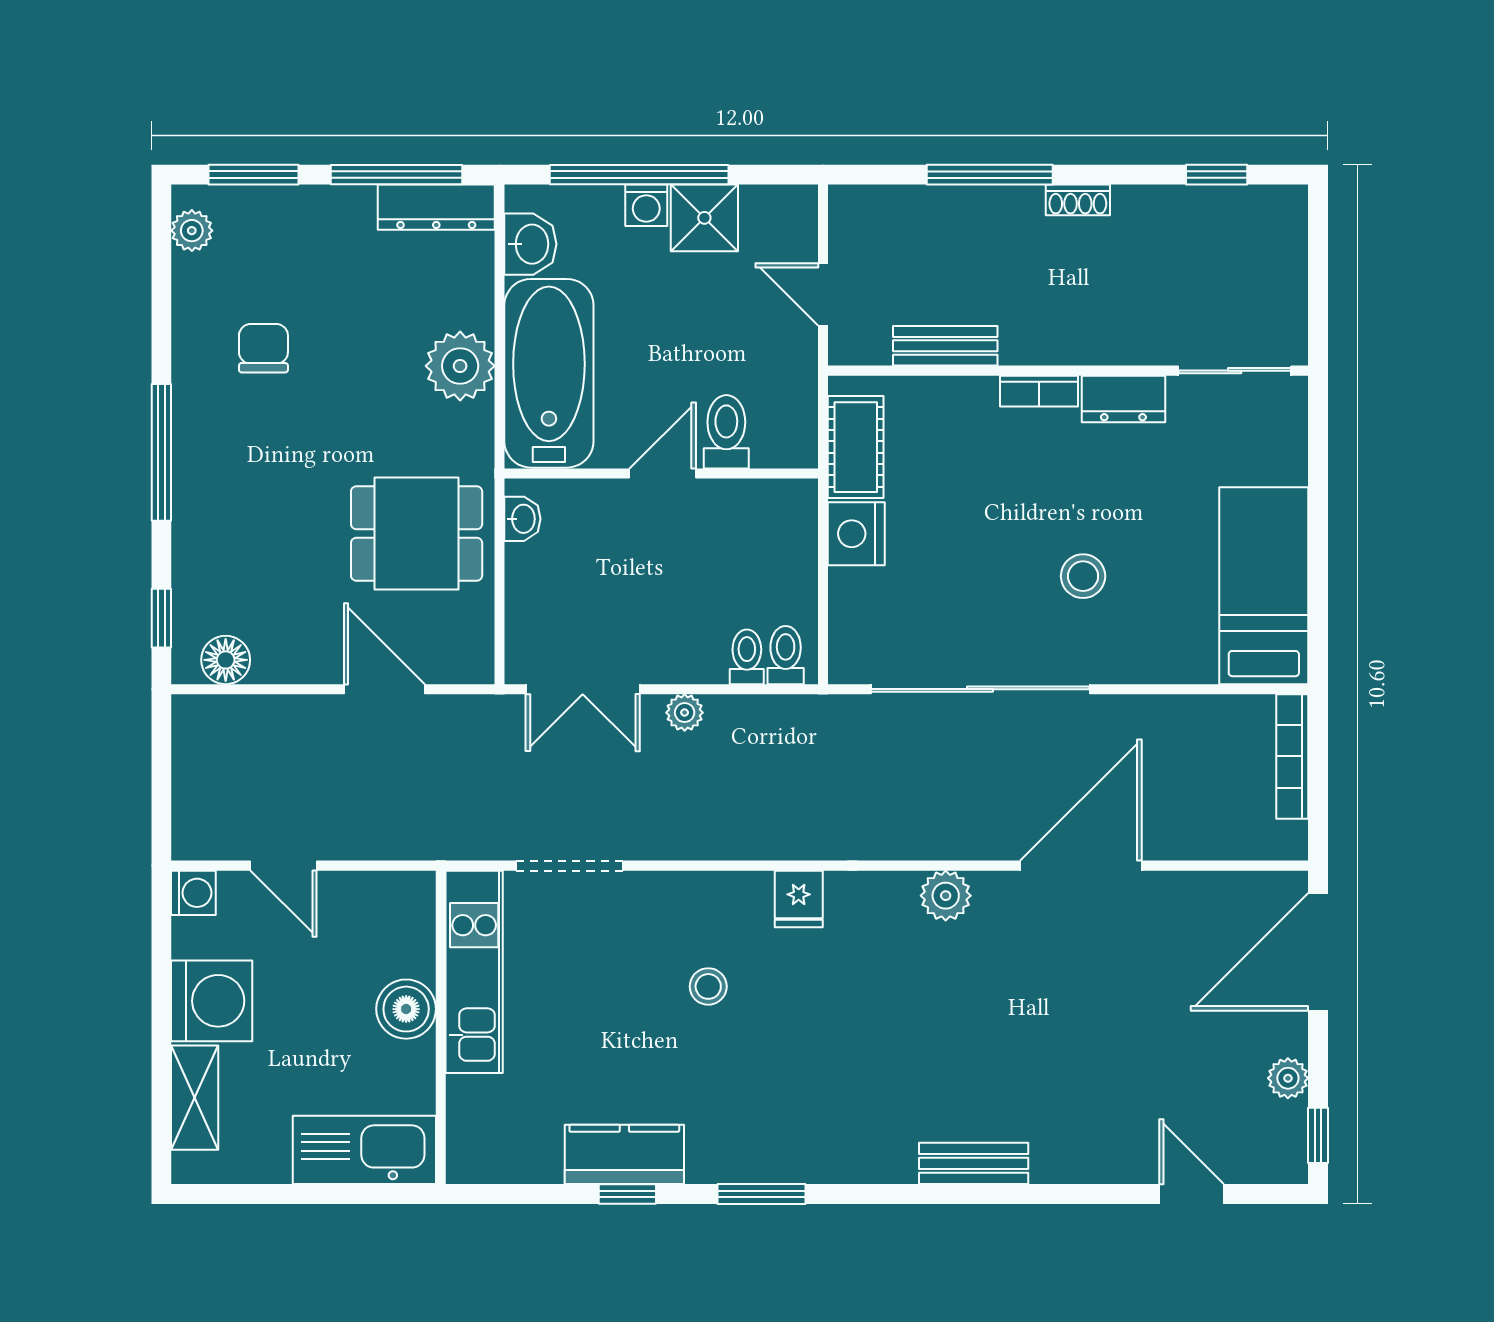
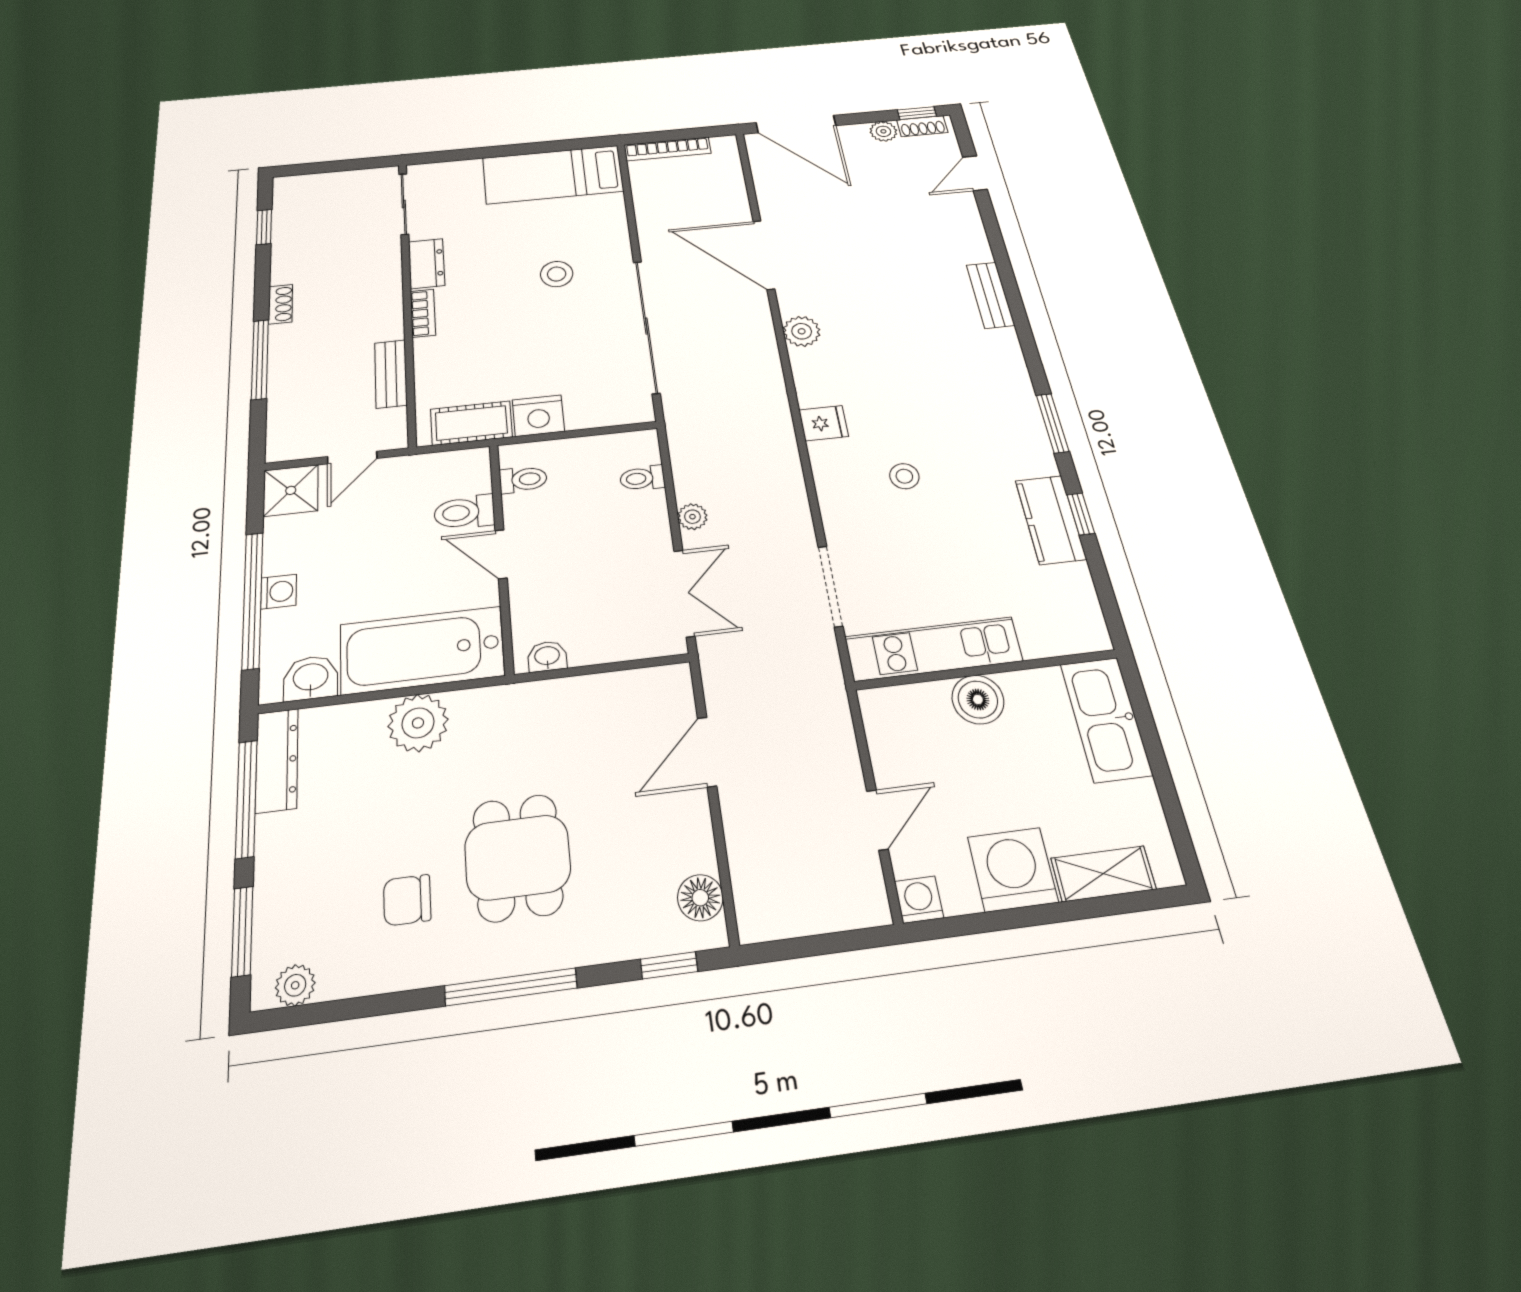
shower: (704, 218) -> (291, 490), moved
dining table: (417, 533) -> (518, 857), moved
toilet: (786, 655) -> (523, 479), moved, turned 180
shoe rack: (1291, 1138) -> (922, 126), added

